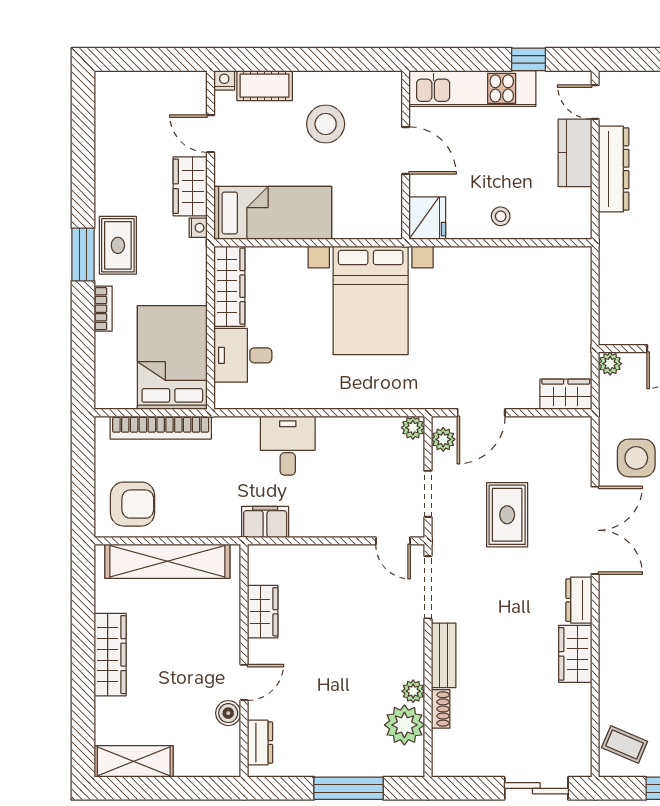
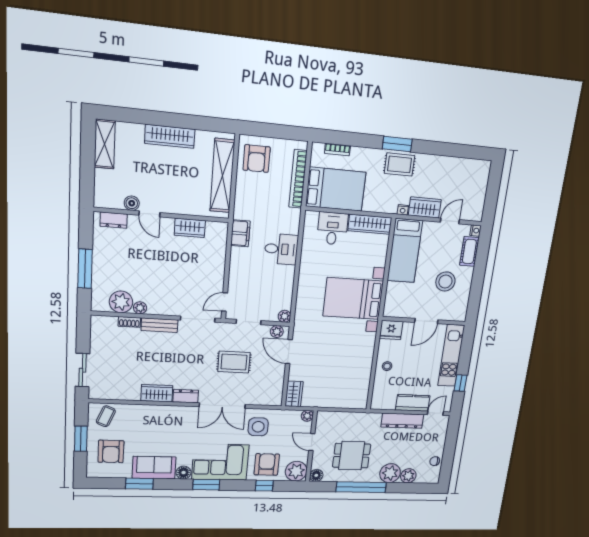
bookcase: (103, 309) -> (337, 150), moved

